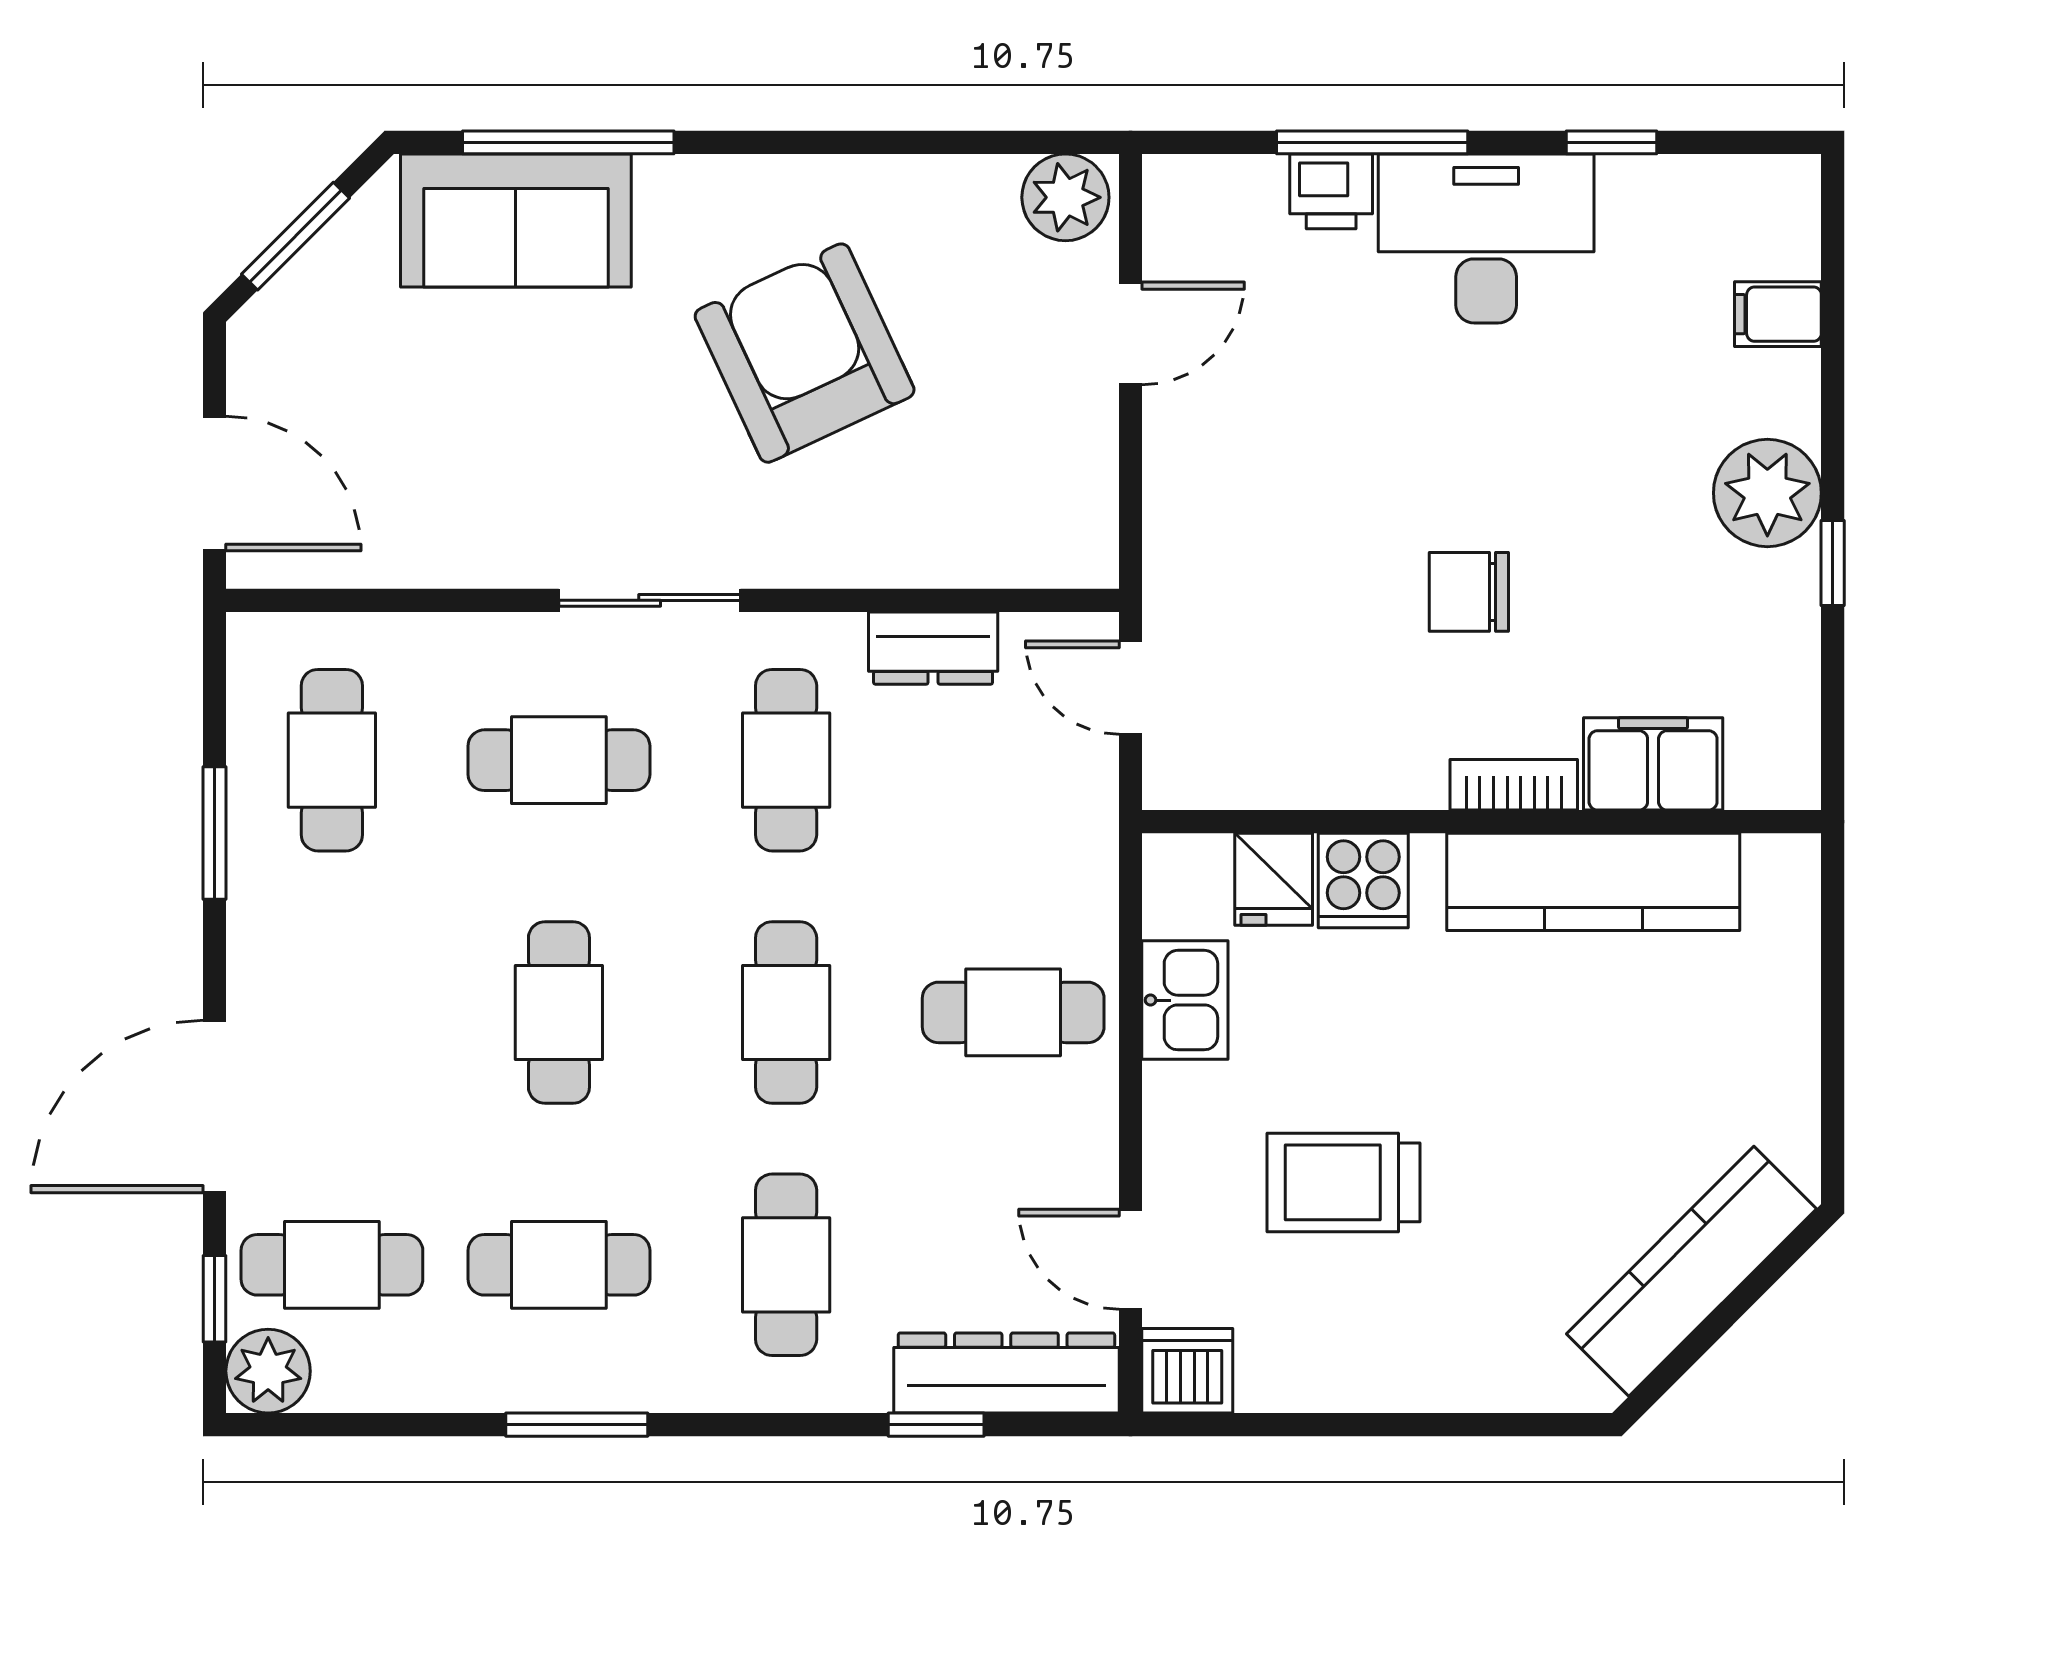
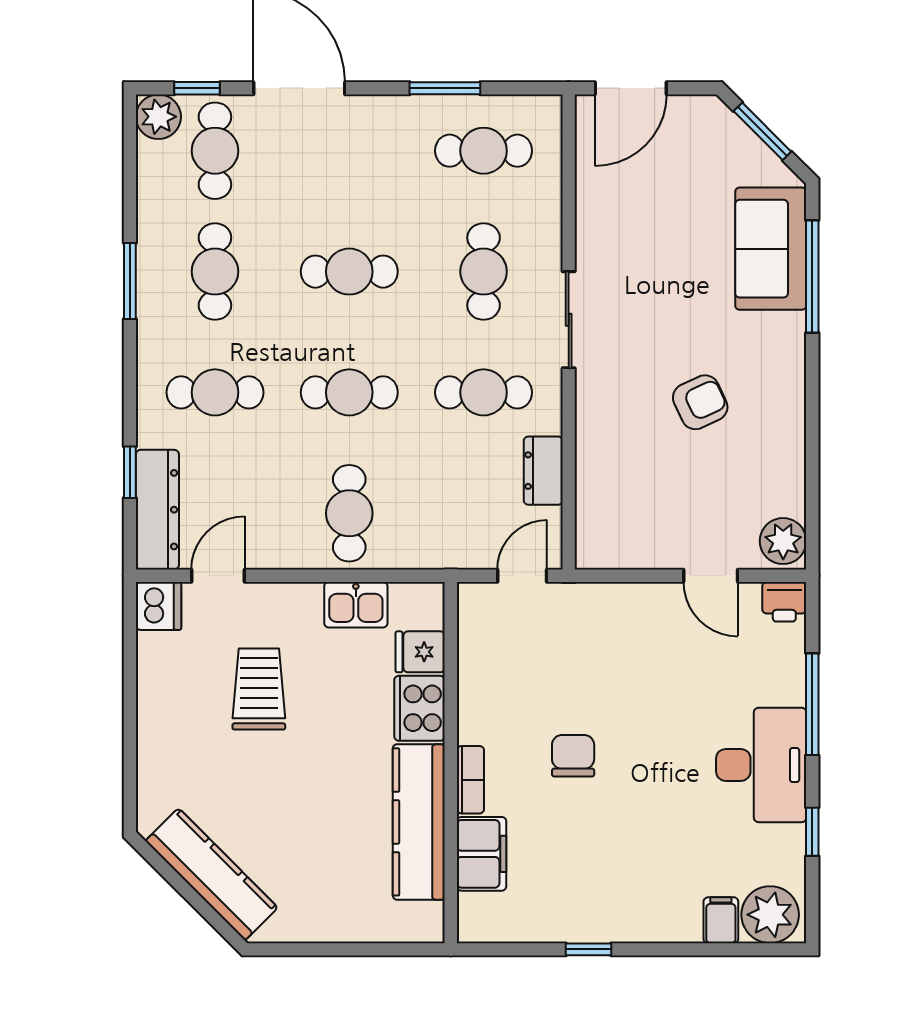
printer: (1331, 191) -> (784, 602), moved, turned -90
armchair: (805, 353) -> (700, 402), width x0.53, depth x0.53
plant: (1767, 493) -> (770, 915), moved
cooker: (1363, 880) -> (420, 708), width x1.36

